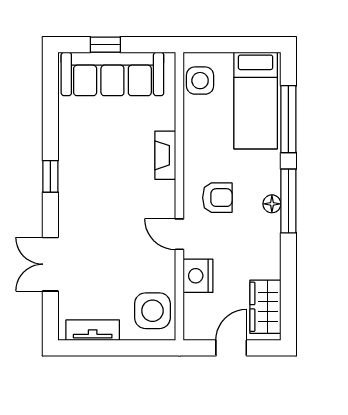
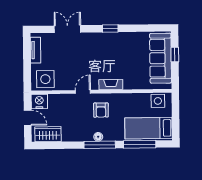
fireplace: (165, 155) -> (111, 85), moved
nightstand: (198, 276) -> (39, 101), moved

